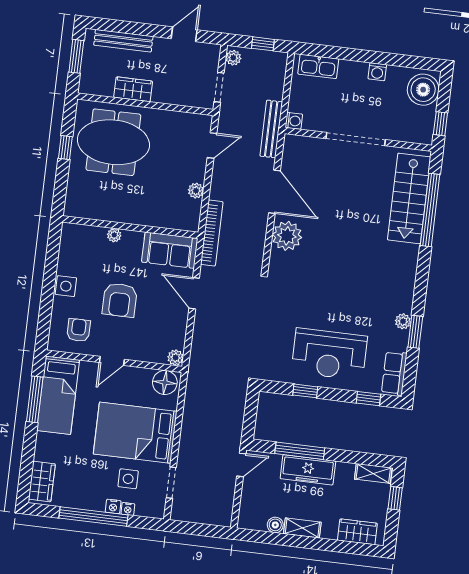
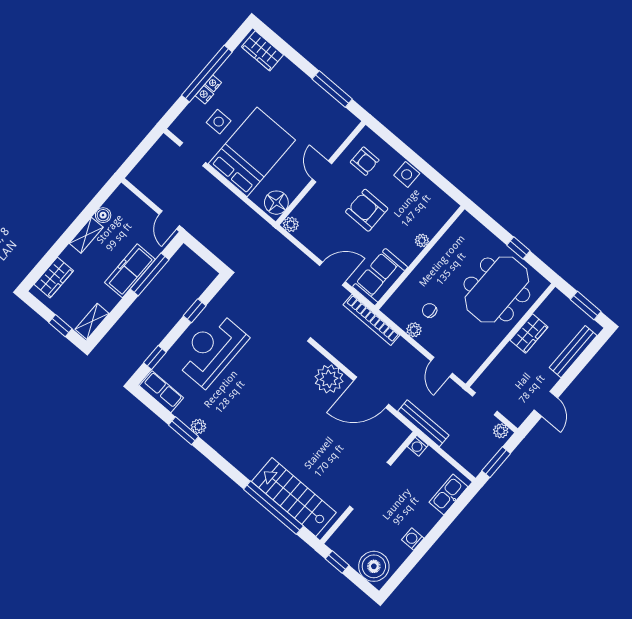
window: (263, 44) -> (496, 462), width x1.50
chair: (170, 188) -> (429, 310), added
bed: (58, 395) -> (323, 110), removed
nightstand: (128, 509) -> (213, 83), moved

